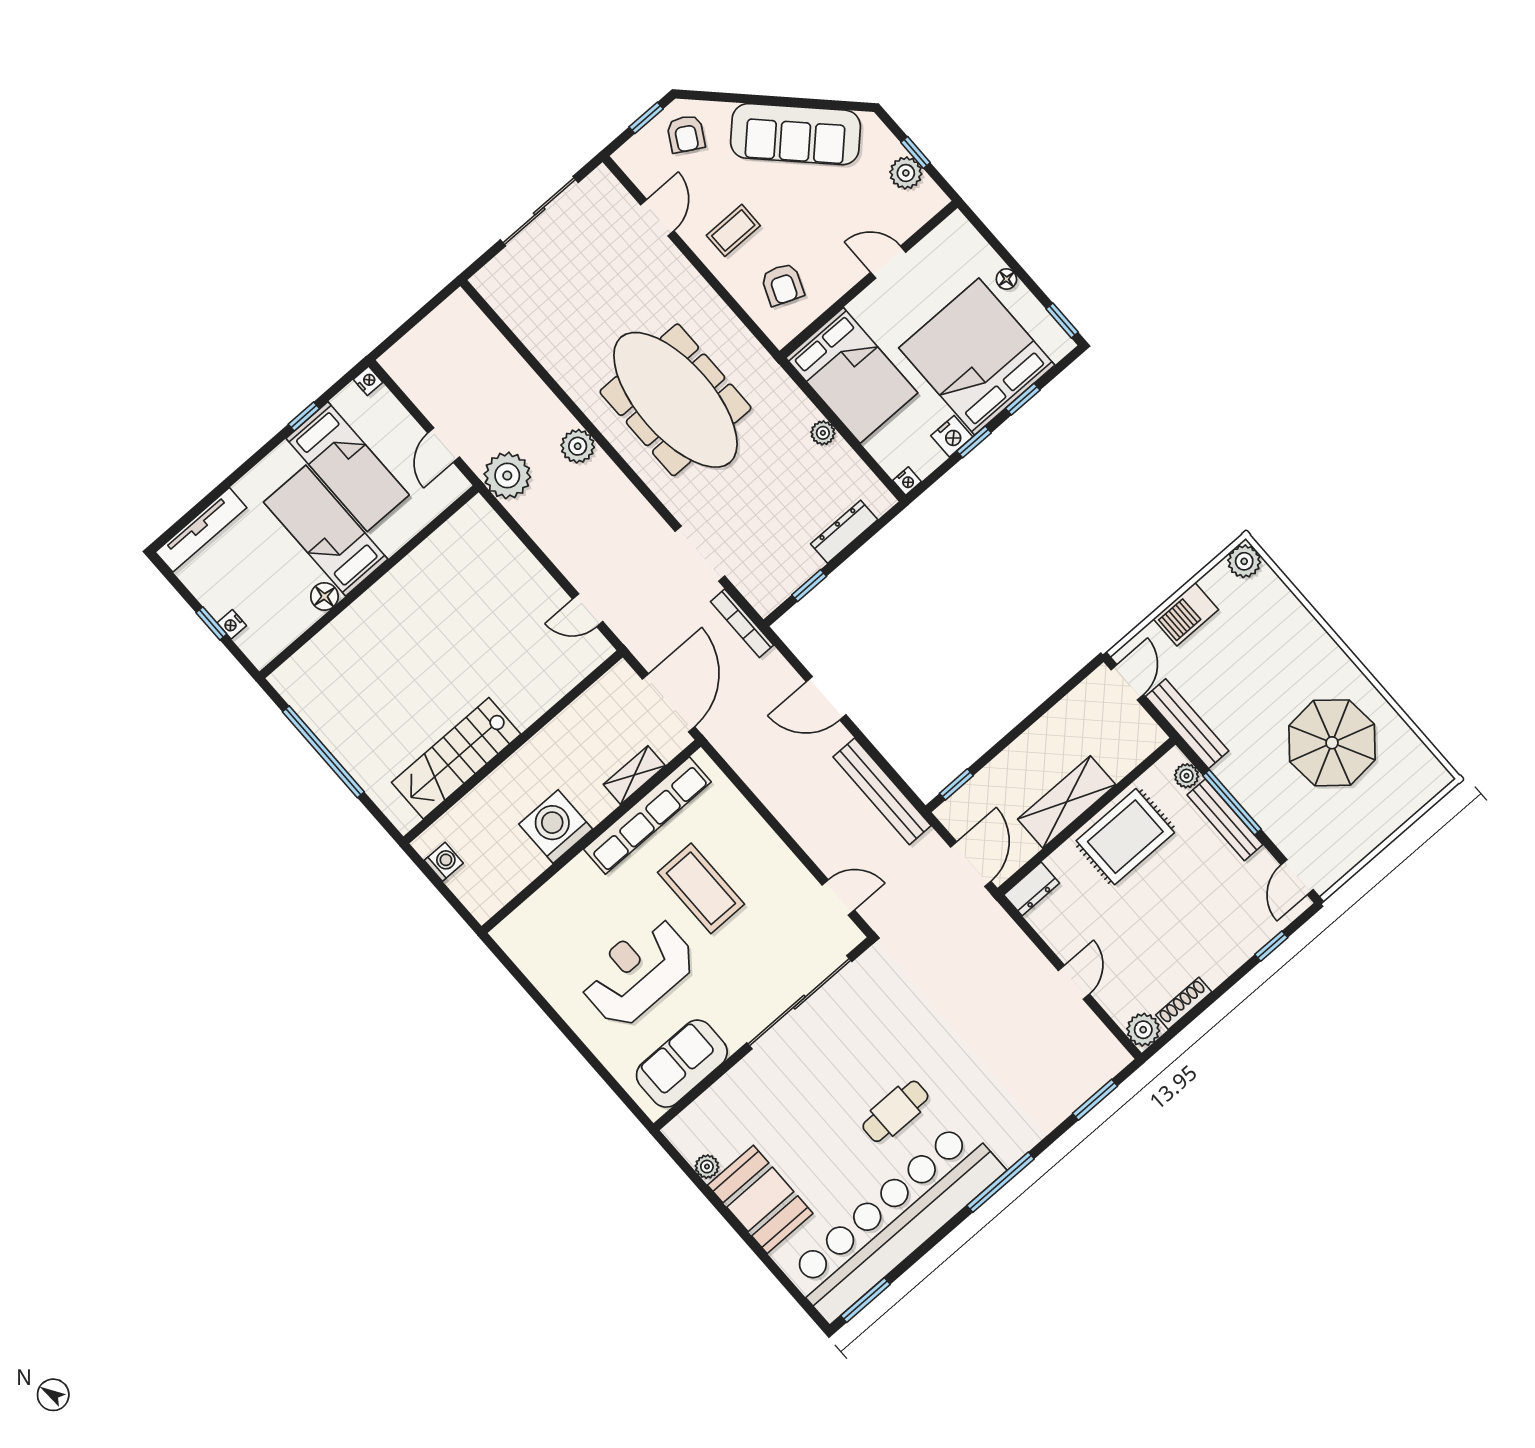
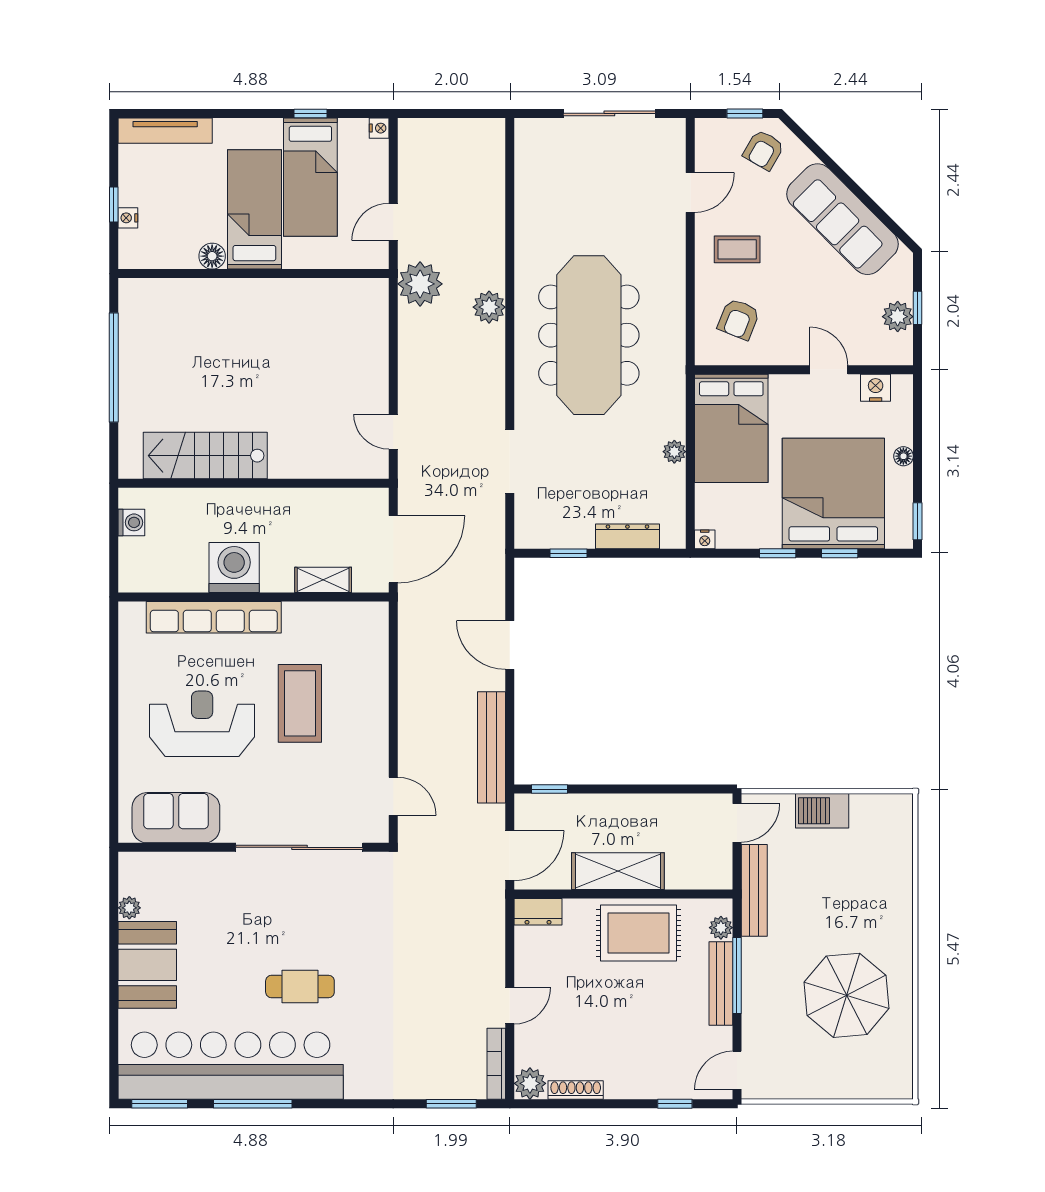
nightstand: (952, 436) -> (876, 388), moved, turned 180
plant: (1244, 561) -> (897, 809), removed
bookcase: (742, 623) -> (496, 1064), moved
row of seats: (647, 816) -> (214, 617), moved
window: (1001, 1182) -> (253, 1104), moved

